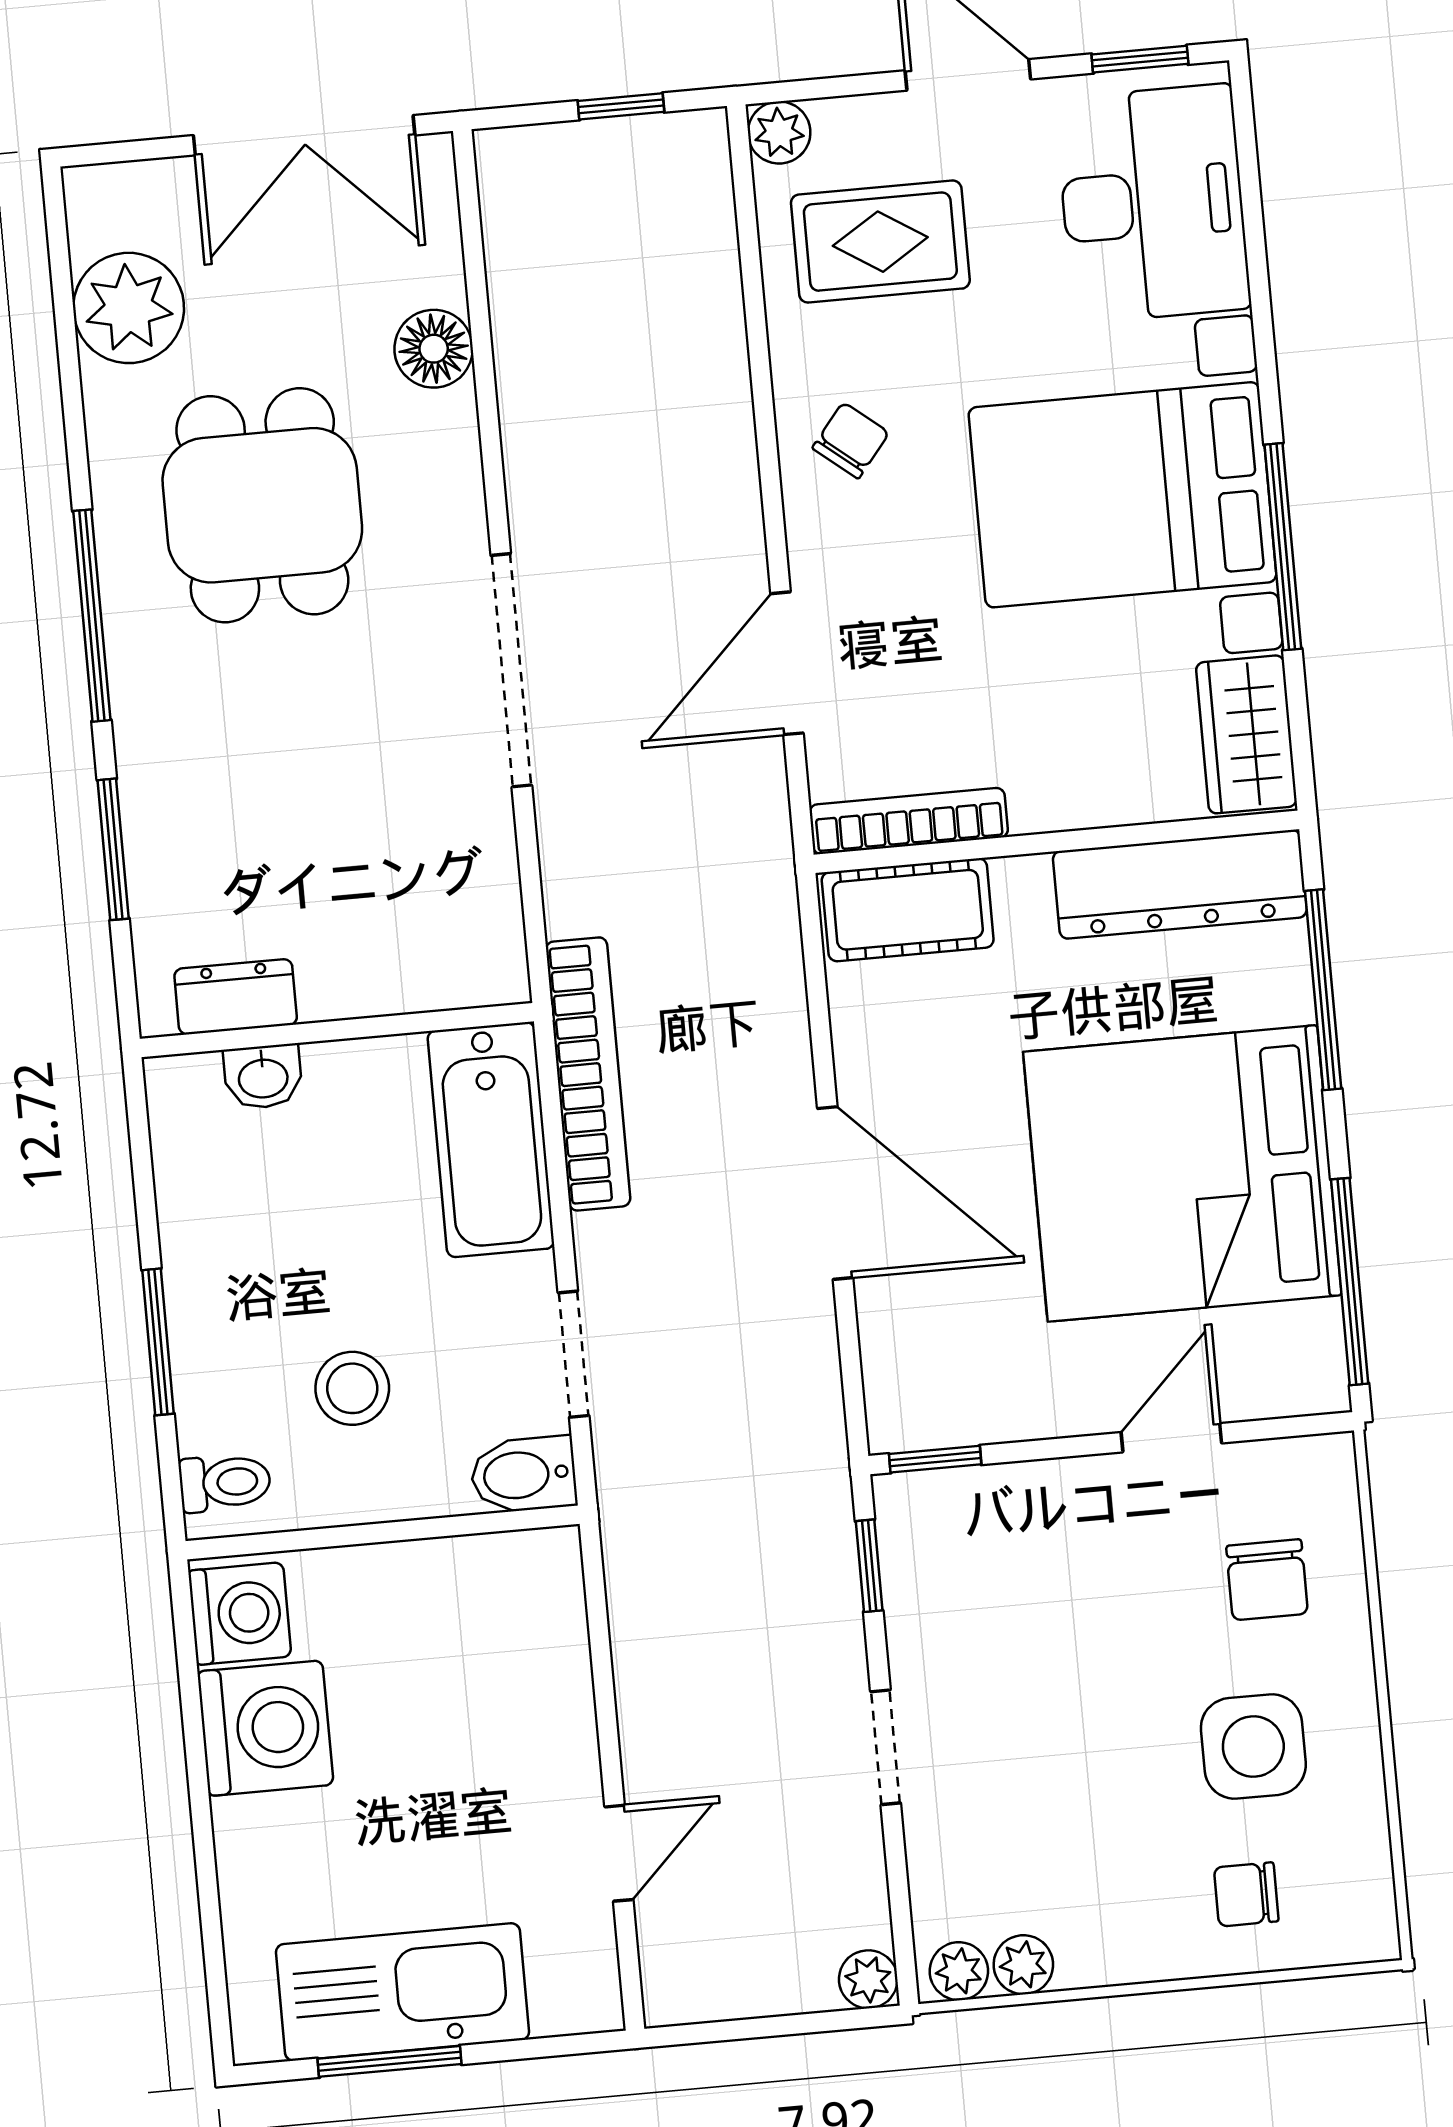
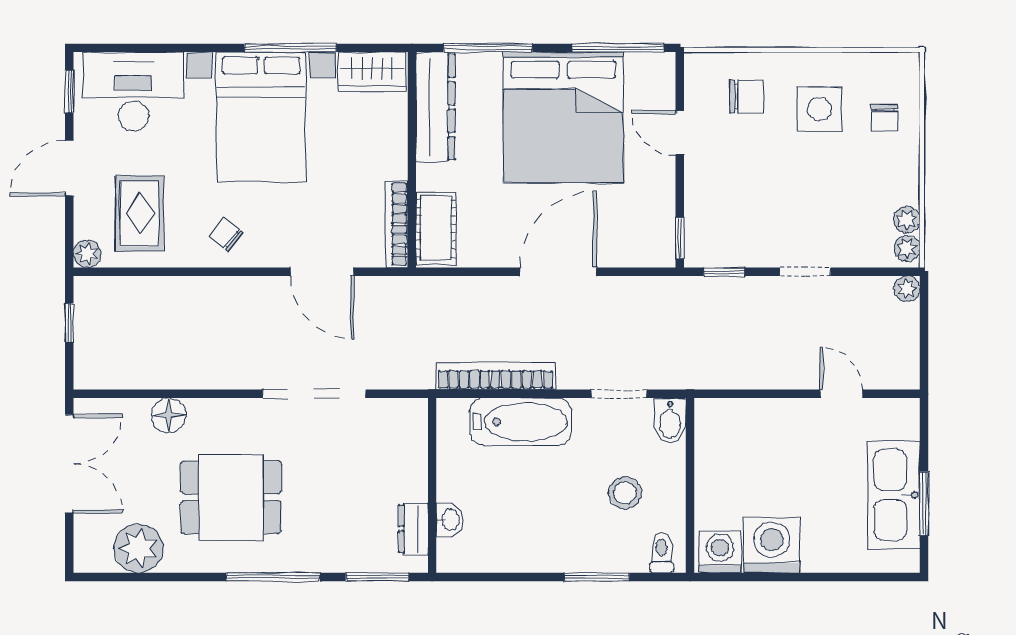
dresser: (236, 997) -> (413, 529), moved
wall: (337, 1030) -> (432, 485), moved
washbasin: (263, 1077) -> (450, 520), moved

